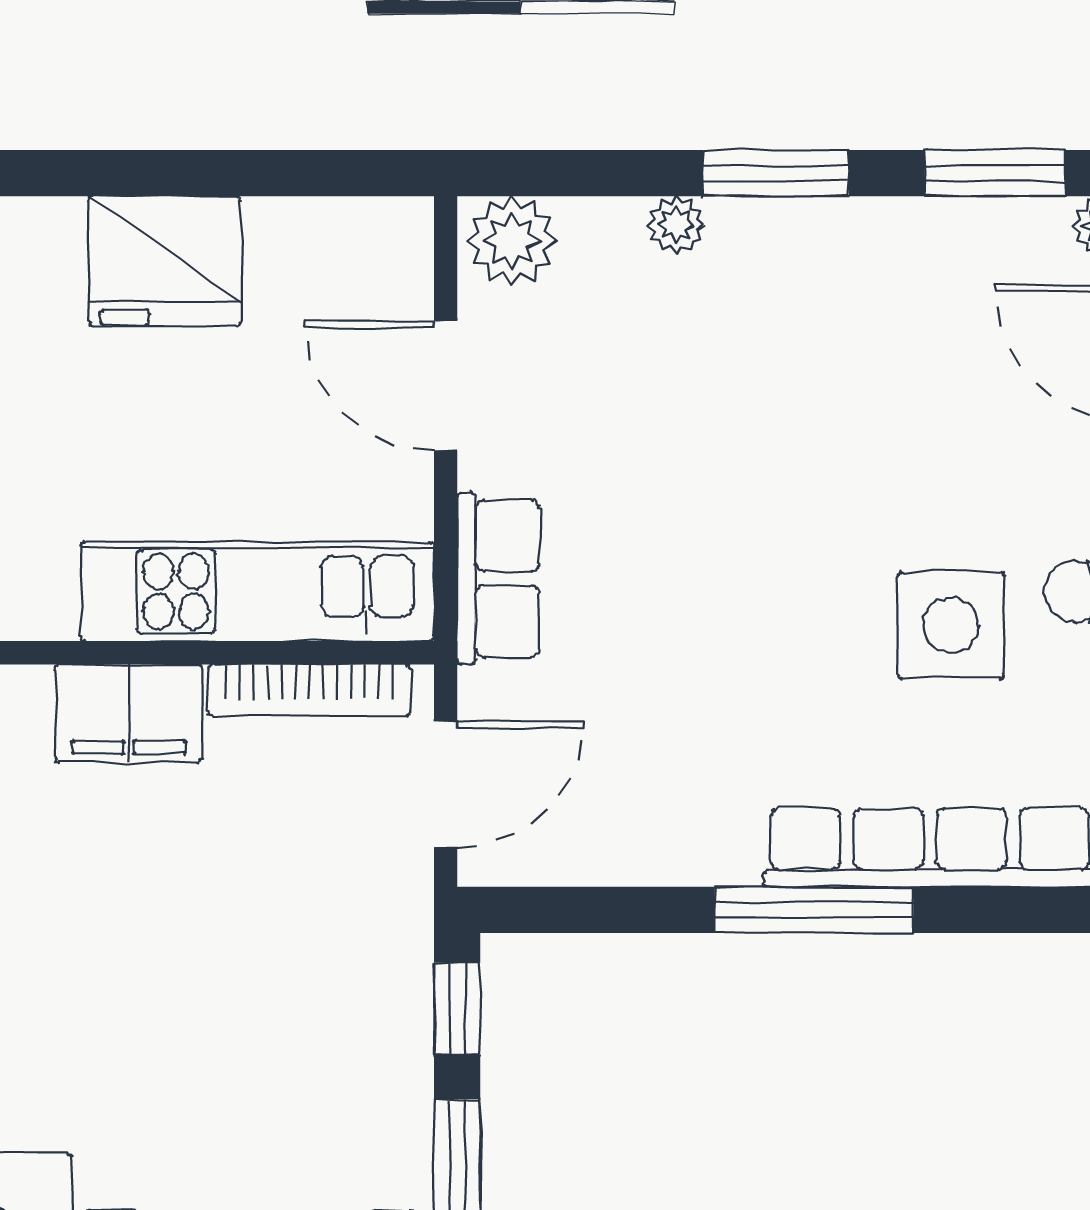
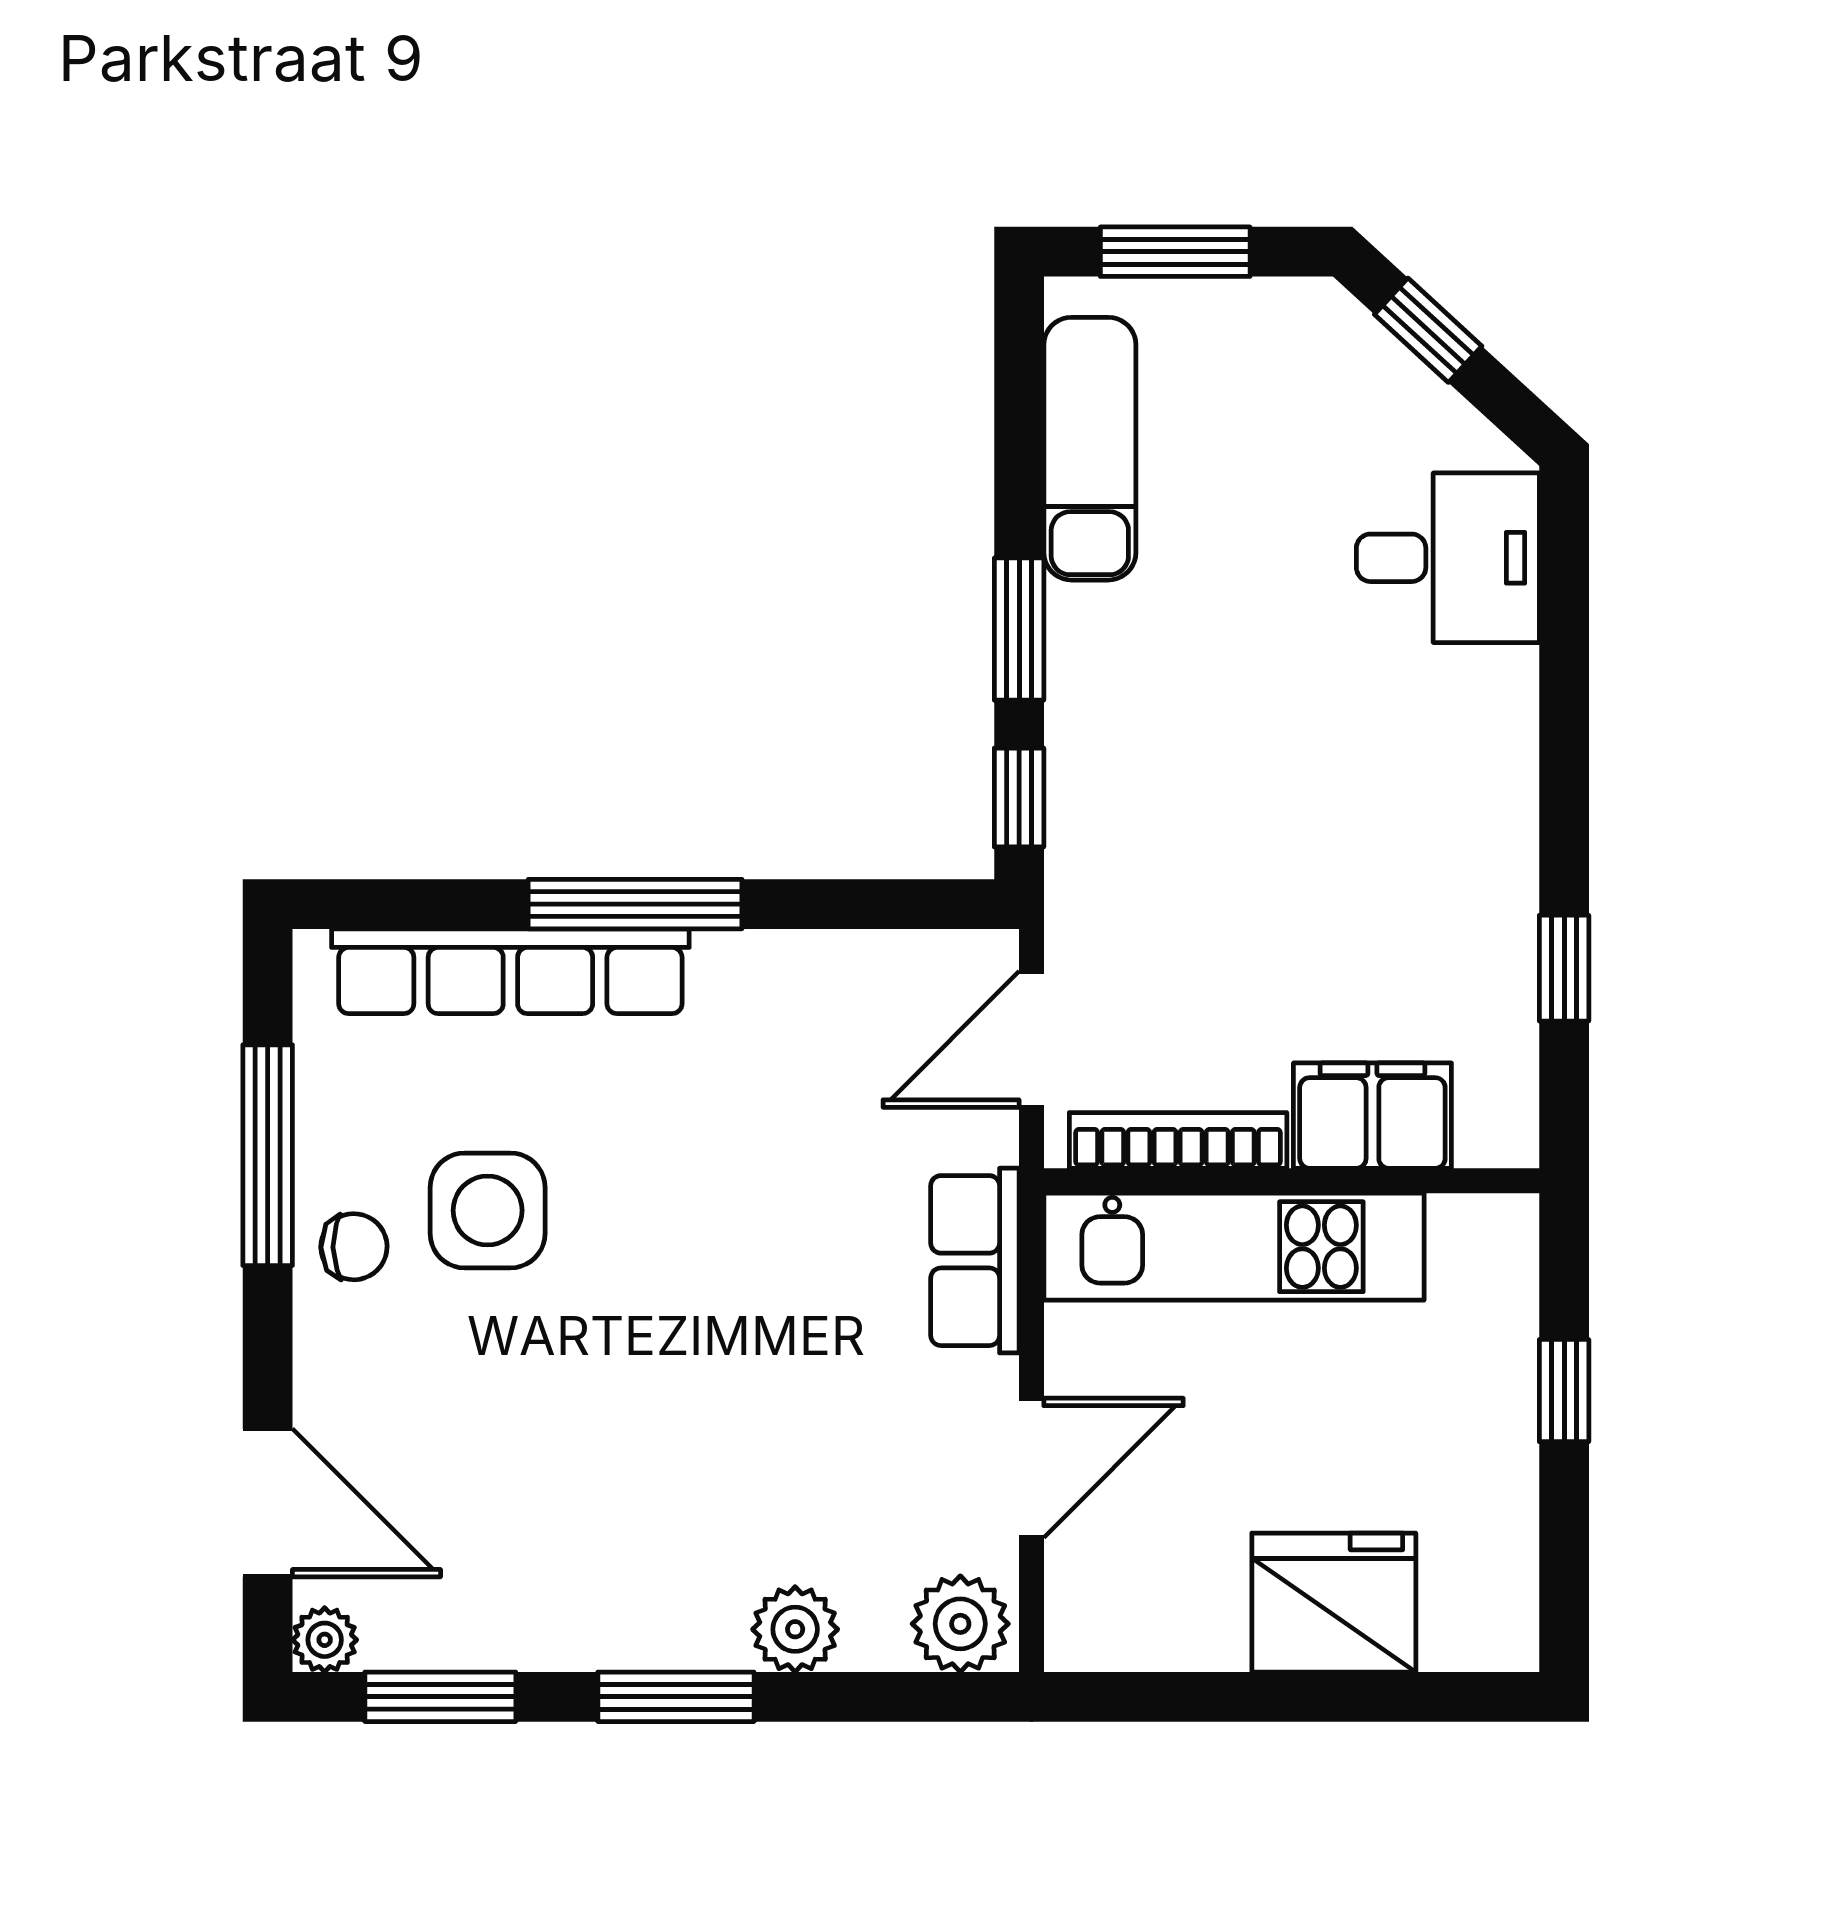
plant: (676, 225) -> (795, 1629), width x1.38, depth x1.38
door: (446, 386) -> (1031, 1468), hinge flipped

